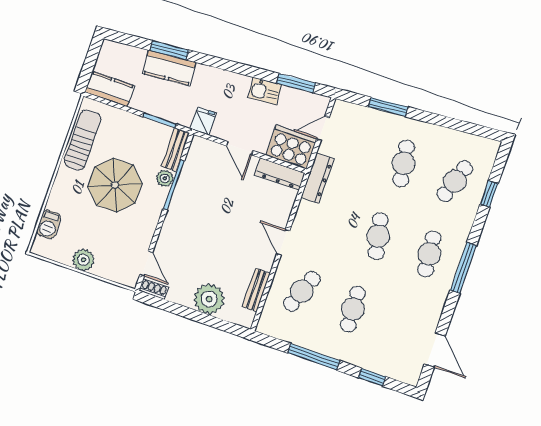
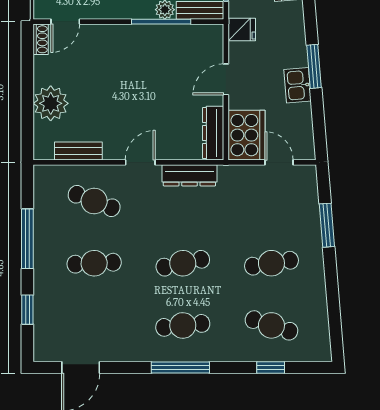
window: (296, 83) -> (314, 66), moved
dresser: (318, 178) -> (189, 175), moved

